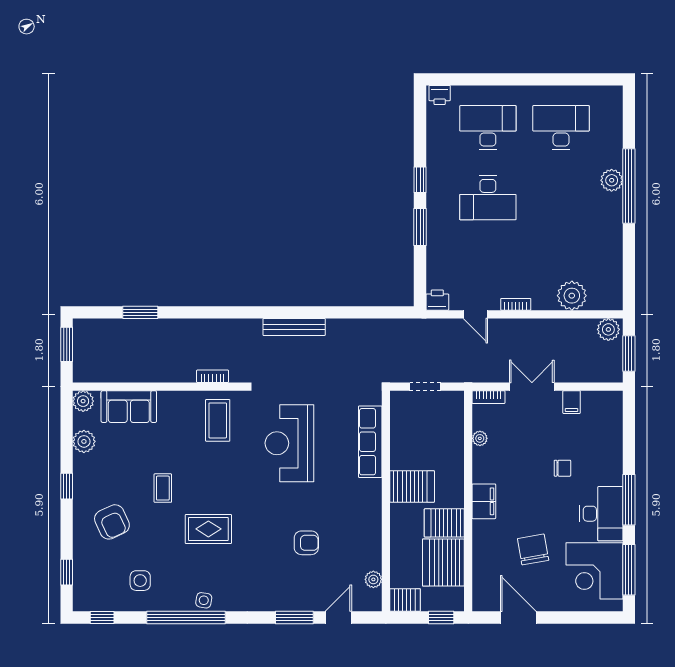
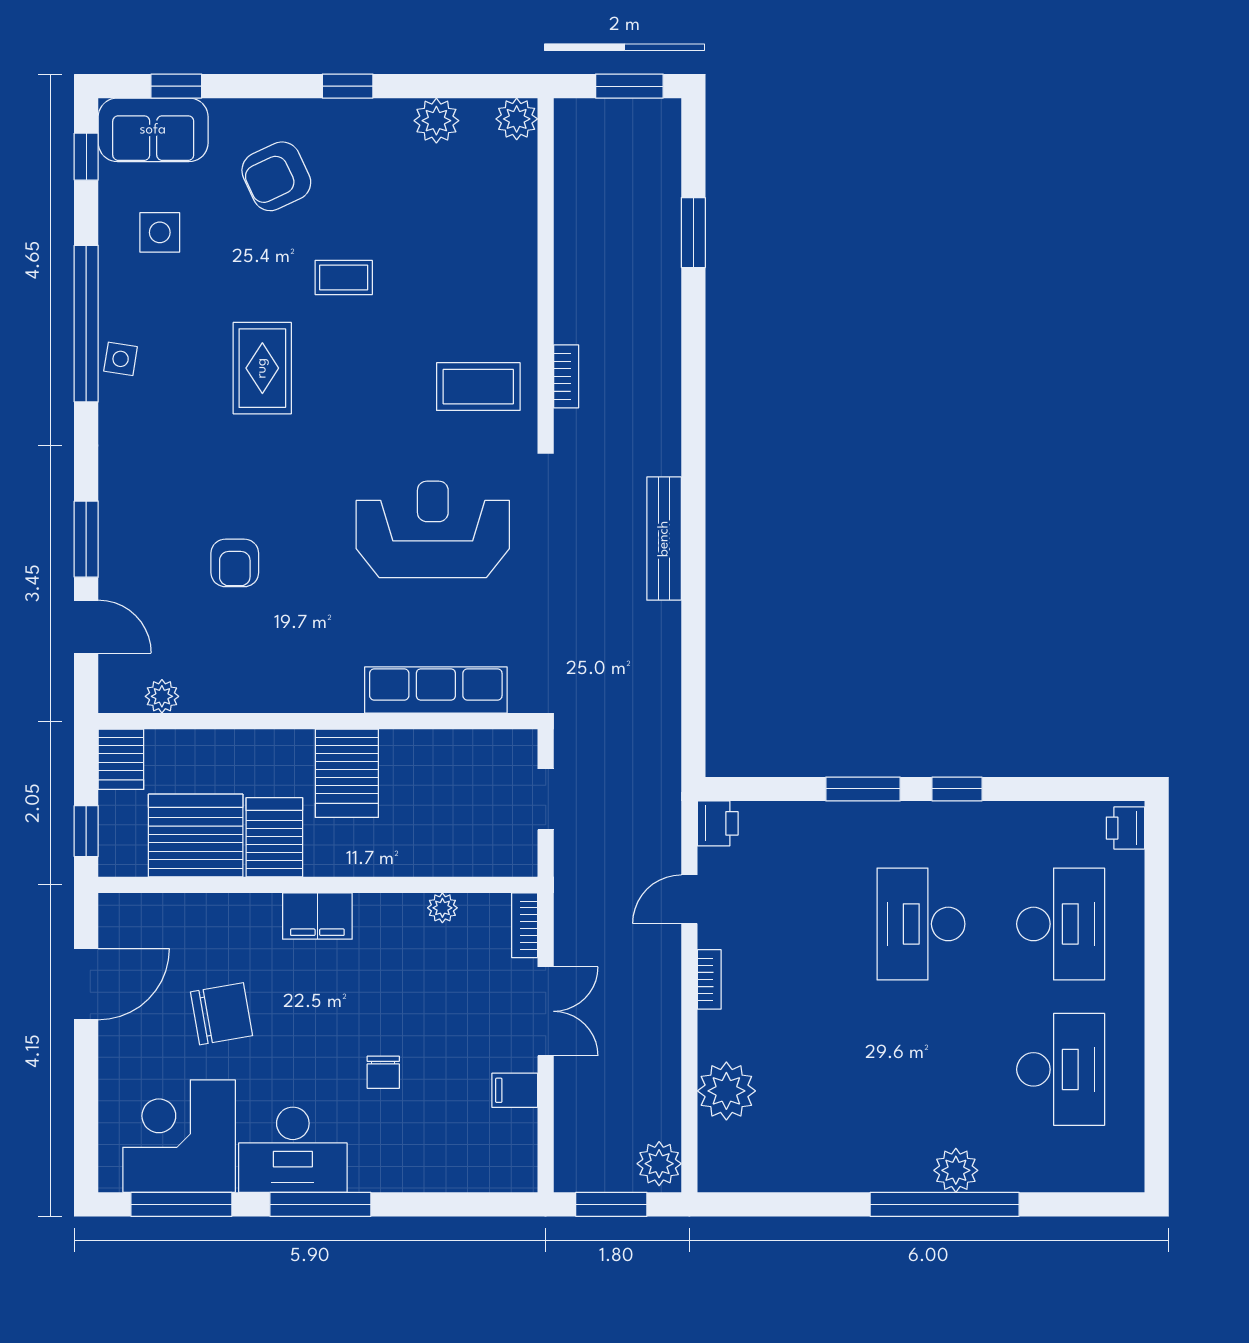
sofa: (129, 407) -> (153, 130), moved, turned -90

